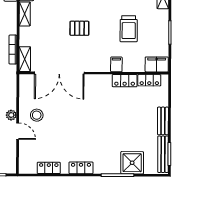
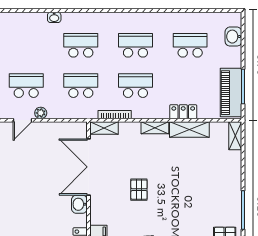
washbasin: (92, 81) -> (79, 204), added
stool: (37, 115) -> (41, 142), removed

